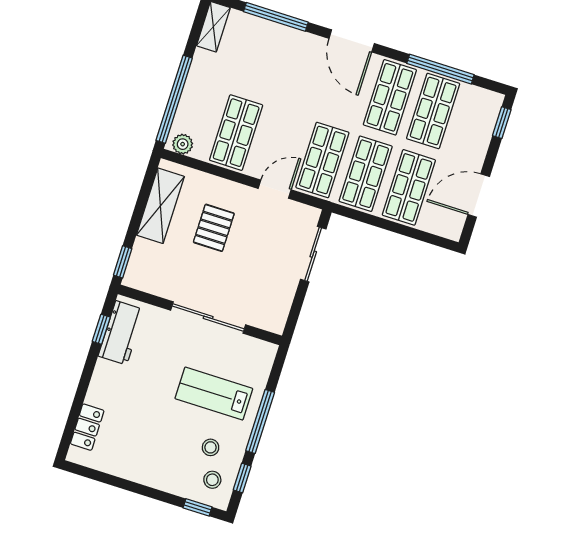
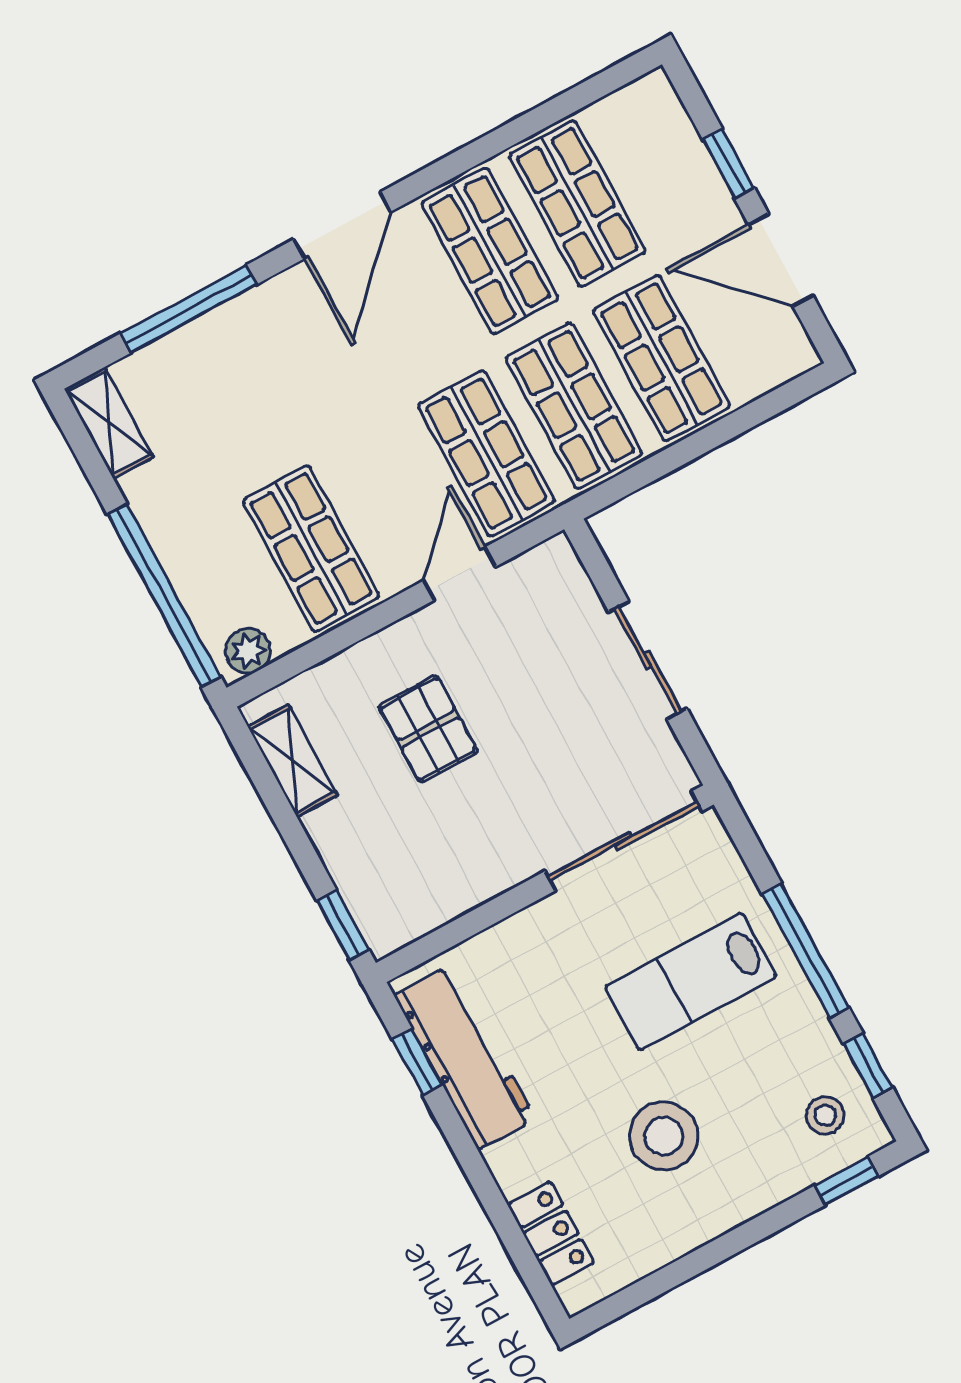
door: (352, 41) -> (342, 225), hinge flipped
window: (440, 69) -> (522, 128), removed
window: (502, 123) -> (728, 164), moved
door: (479, 196) -> (781, 260), hinge flipped
shelving: (160, 206) -> (293, 761), width x0.67, depth x0.75
sliding door: (313, 254) -> (648, 660), moved
sliding door: (208, 317) -> (623, 841), moved
workbench: (121, 333) -> (465, 1057), width x1.37
stool: (211, 447) -> (664, 1136), moved, width x1.89, depth x1.89

